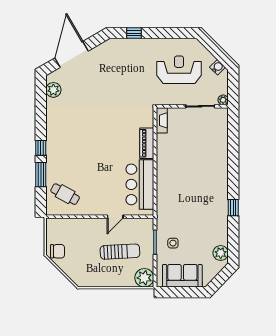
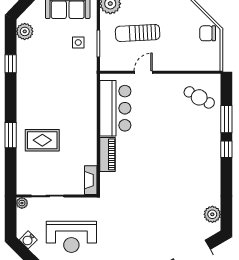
rug: (205, 156) -> (42, 140), added
window: (233, 161) -> (11, 135), added
window: (233, 208) -> (11, 64), moved

